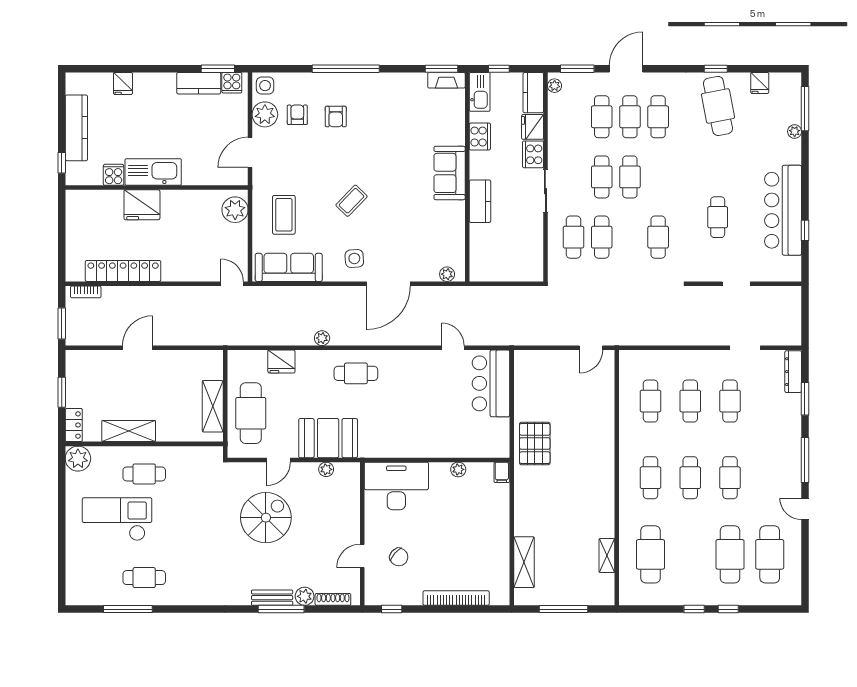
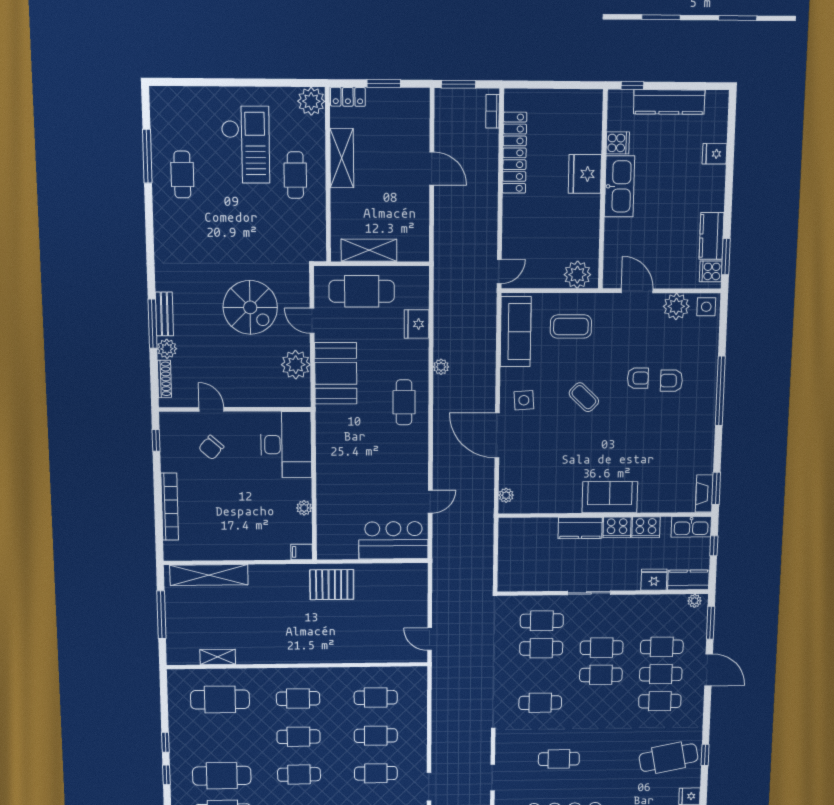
armchair: (297, 115) -> (638, 378), moved
cooker: (533, 154) -> (617, 527), moved, turned 180
plant: (326, 469) -> (296, 365), width x1.88, depth x1.88
shelving: (524, 562) -> (209, 575), width x1.47

